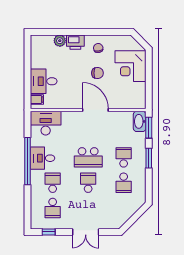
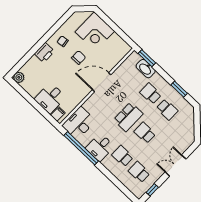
plant: (60, 41) -> (19, 77), moved
washbasin: (140, 121) -> (146, 69), moved
window: (149, 158) -> (179, 89), moved
window: (27, 161) -> (81, 148), moved
school desk: (53, 208) -> (139, 172), turned 180
double door: (86, 232) -> (176, 166), swing flipped

